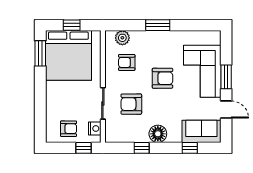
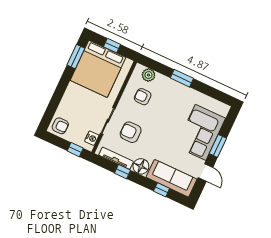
armchair: (162, 78) -> (166, 123), removed
armchair: (69, 129) -> (60, 126), moved
sofa: (201, 131) -> (172, 178), width x1.36
tv unit: (129, 137) -> (116, 158), added

